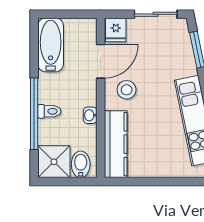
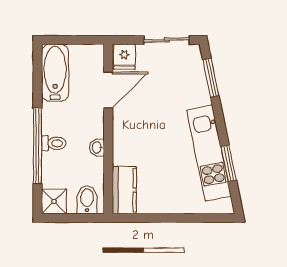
stool: (127, 90) -> (136, 120), removed
kitchen counter: (116, 144) -> (124, 190), width x0.67
shower: (54, 162) -> (54, 201), width x0.73, depth x0.73

